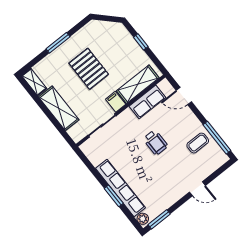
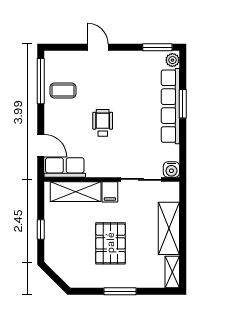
row of seats: (147, 102) -> (65, 168), moved
water cooler: (87, 148) -> (171, 169), added

